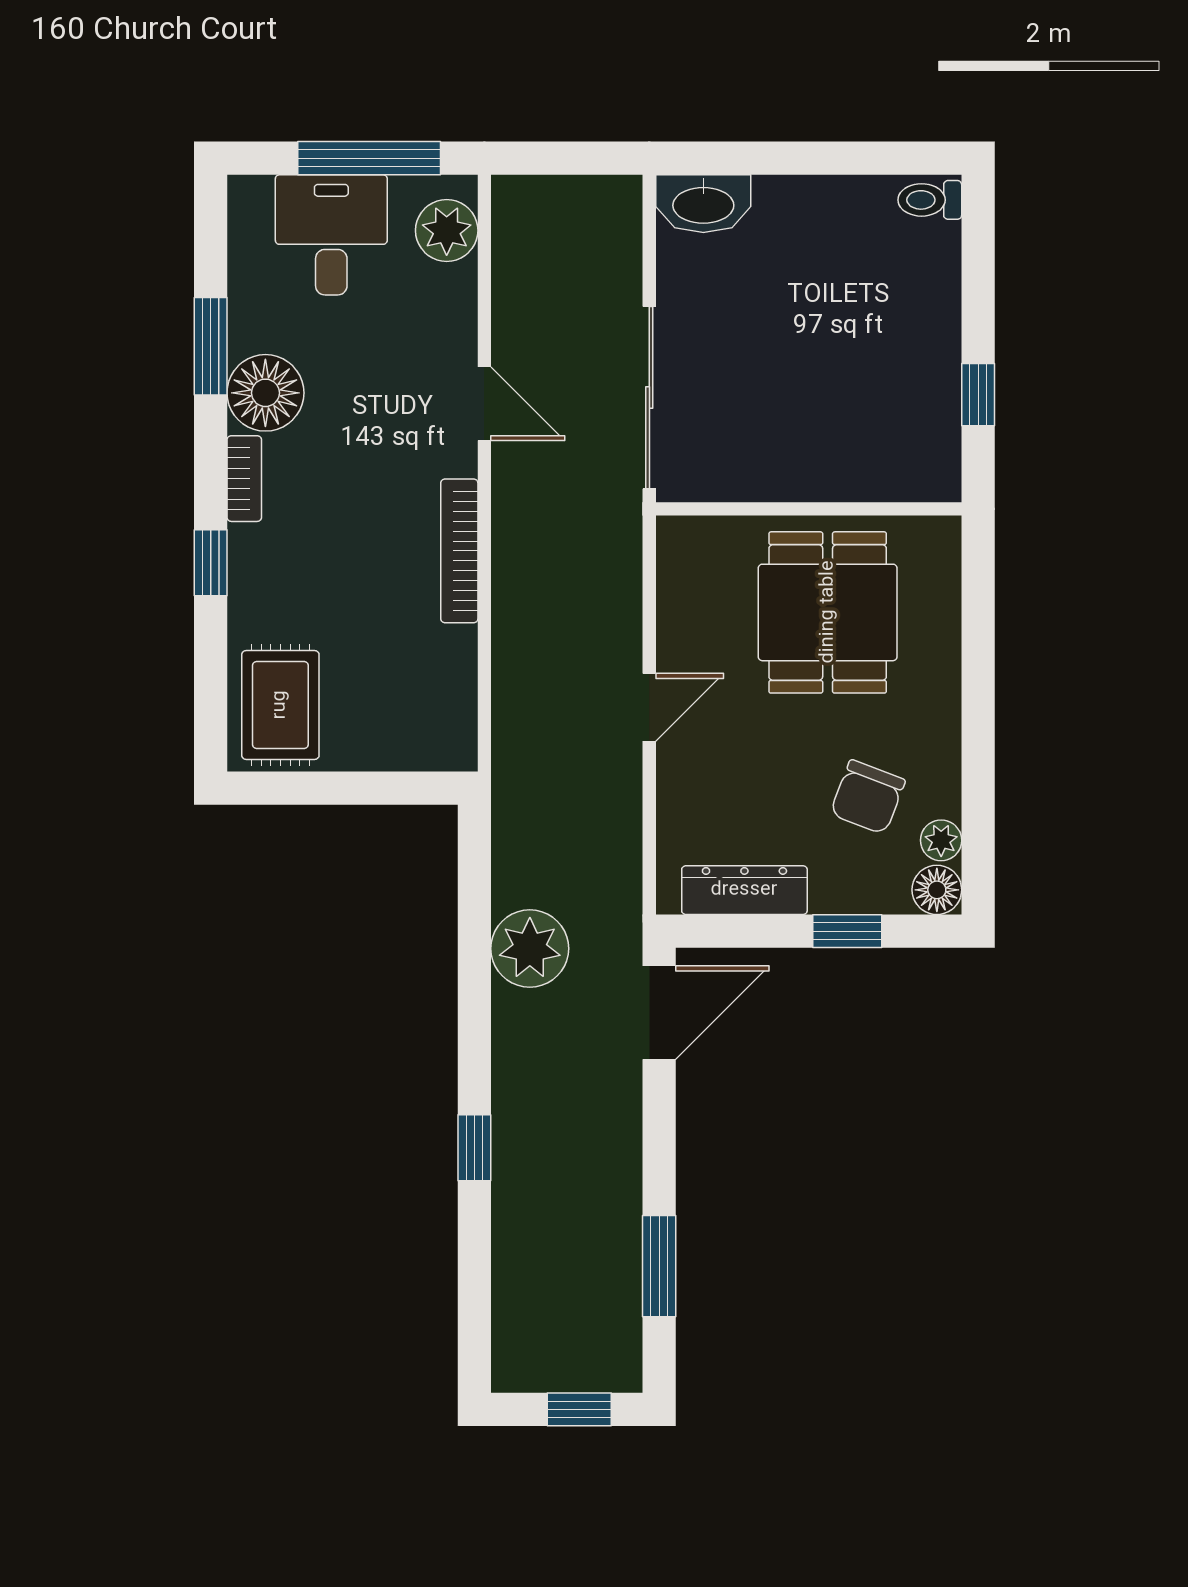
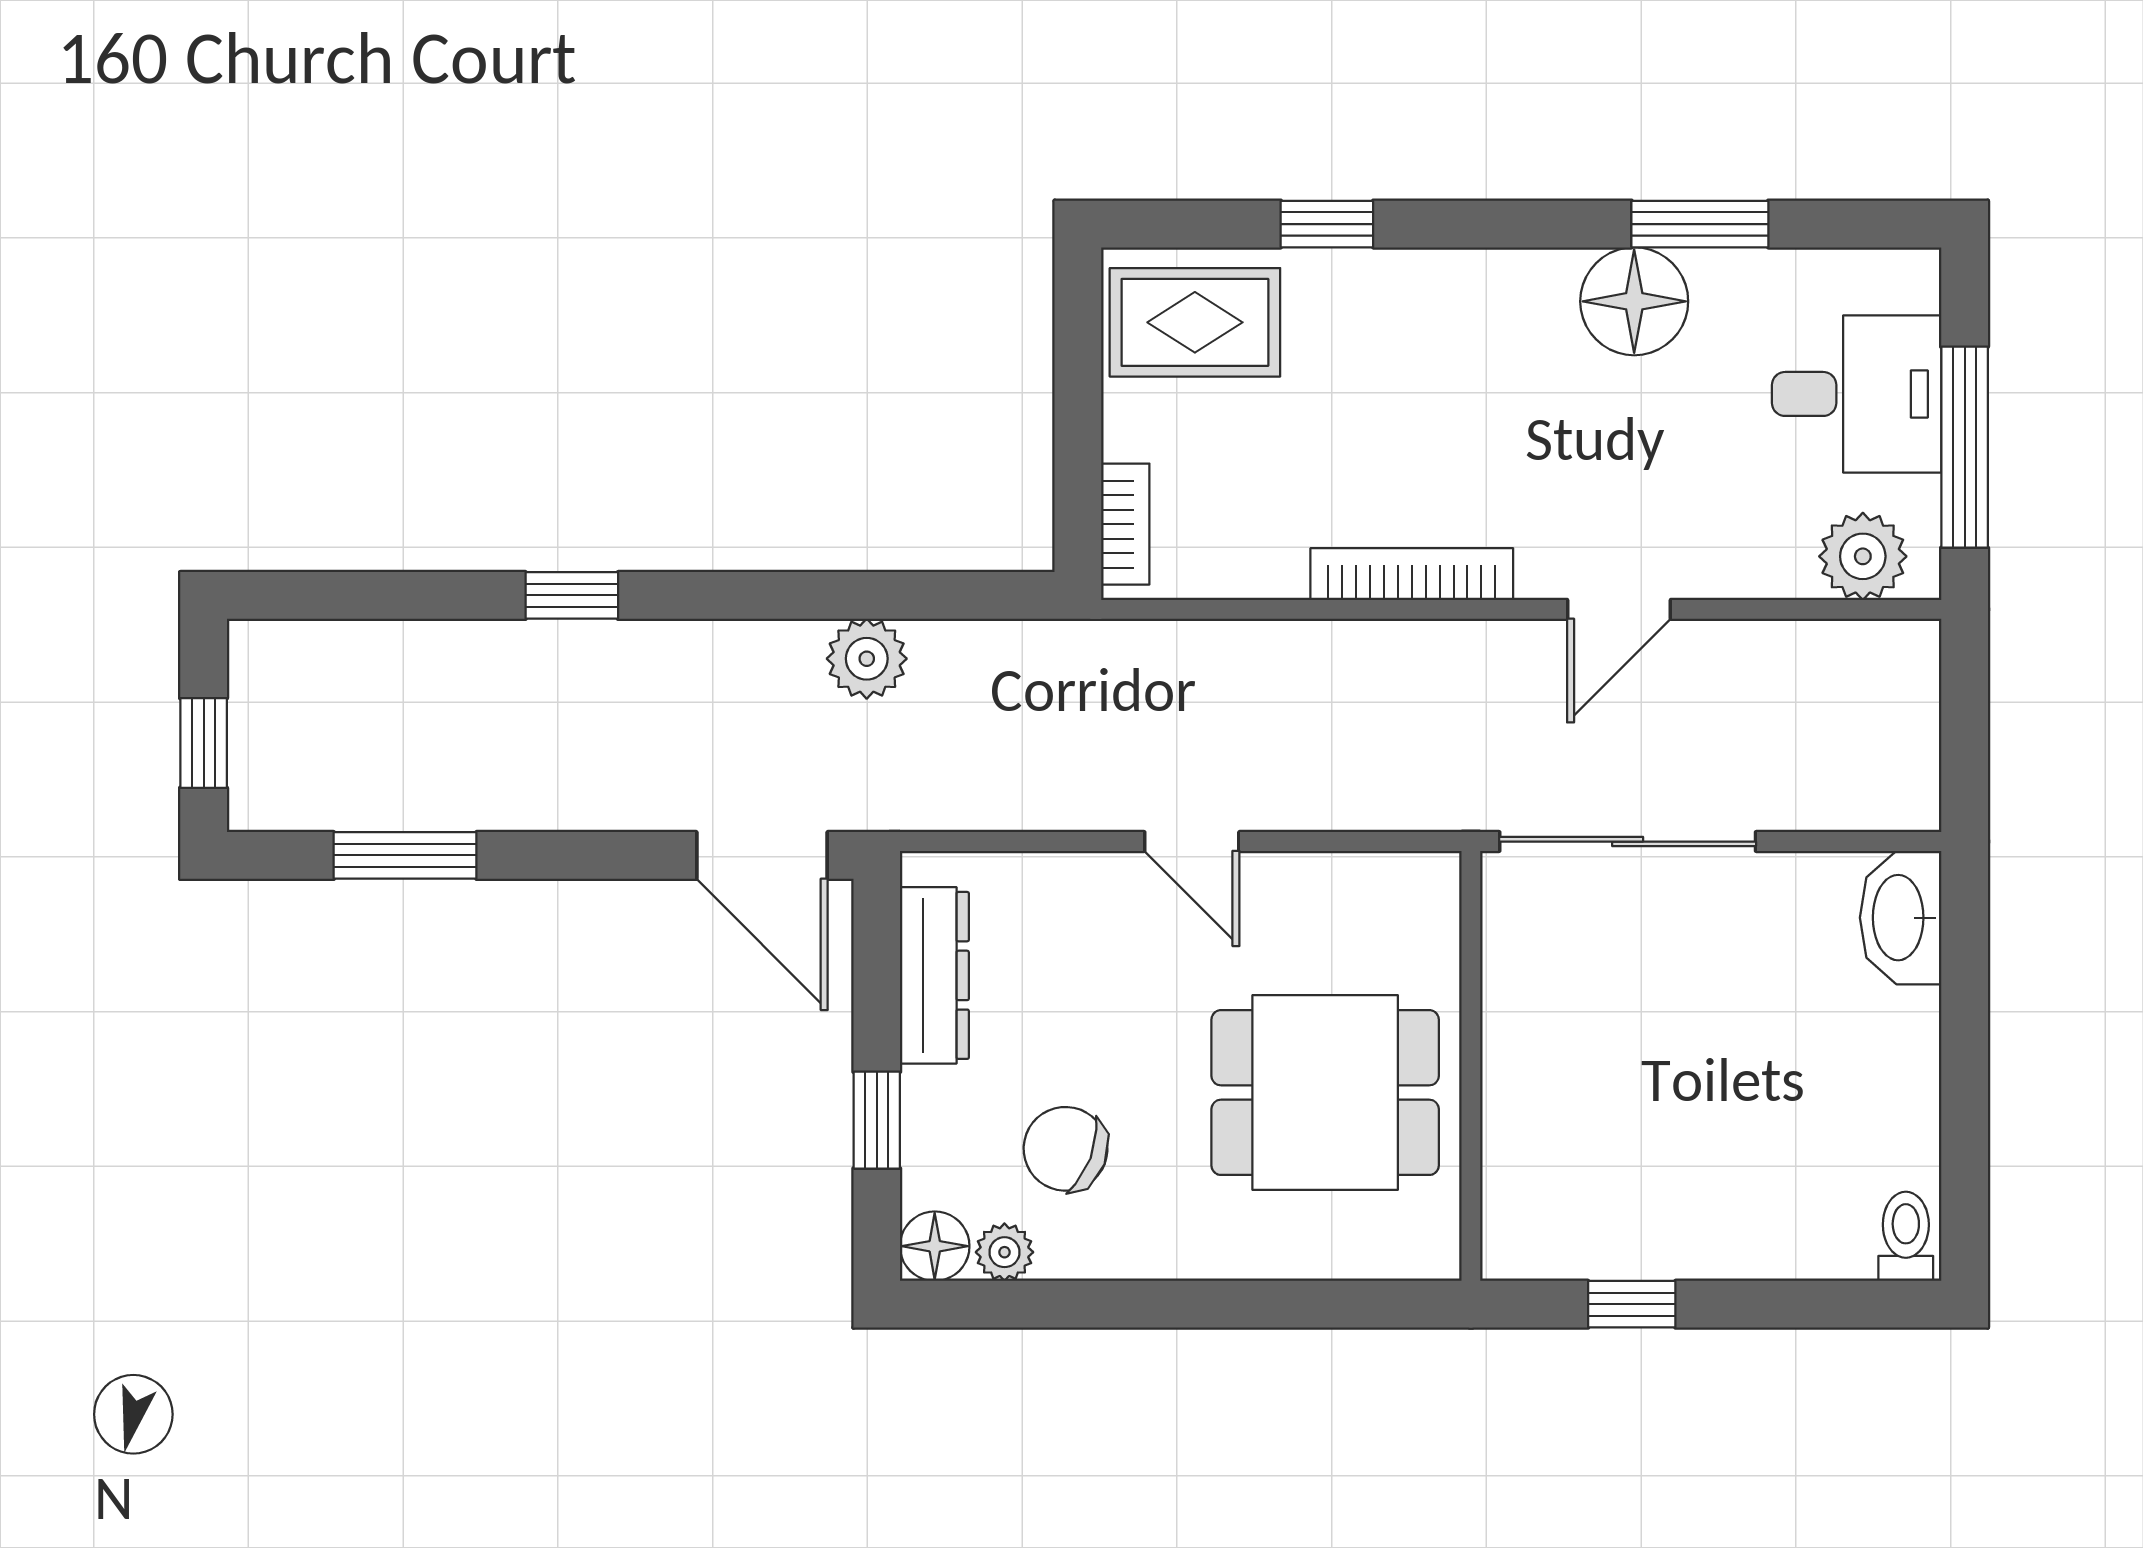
bookcase: (244, 479) -> (1125, 524), moved, turned -90
window: (211, 563) -> (1327, 224), moved
plant: (530, 949) -> (867, 659), width x0.73, depth x0.73

